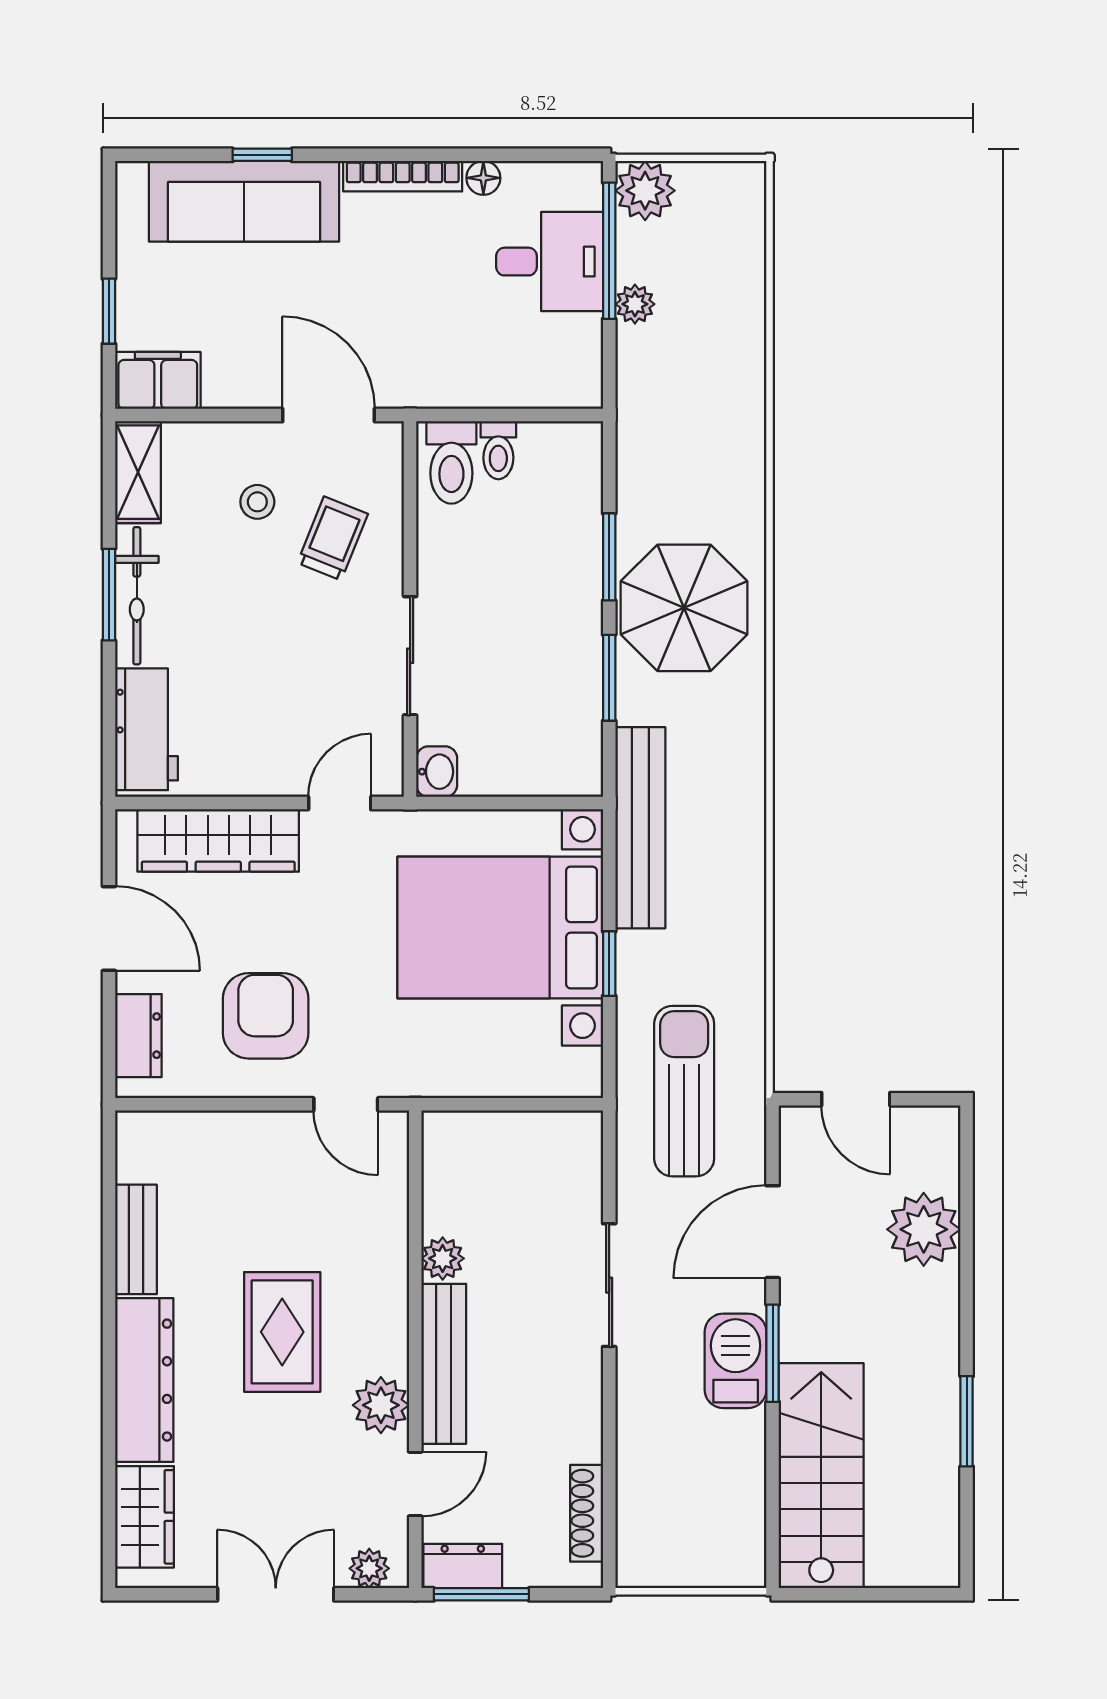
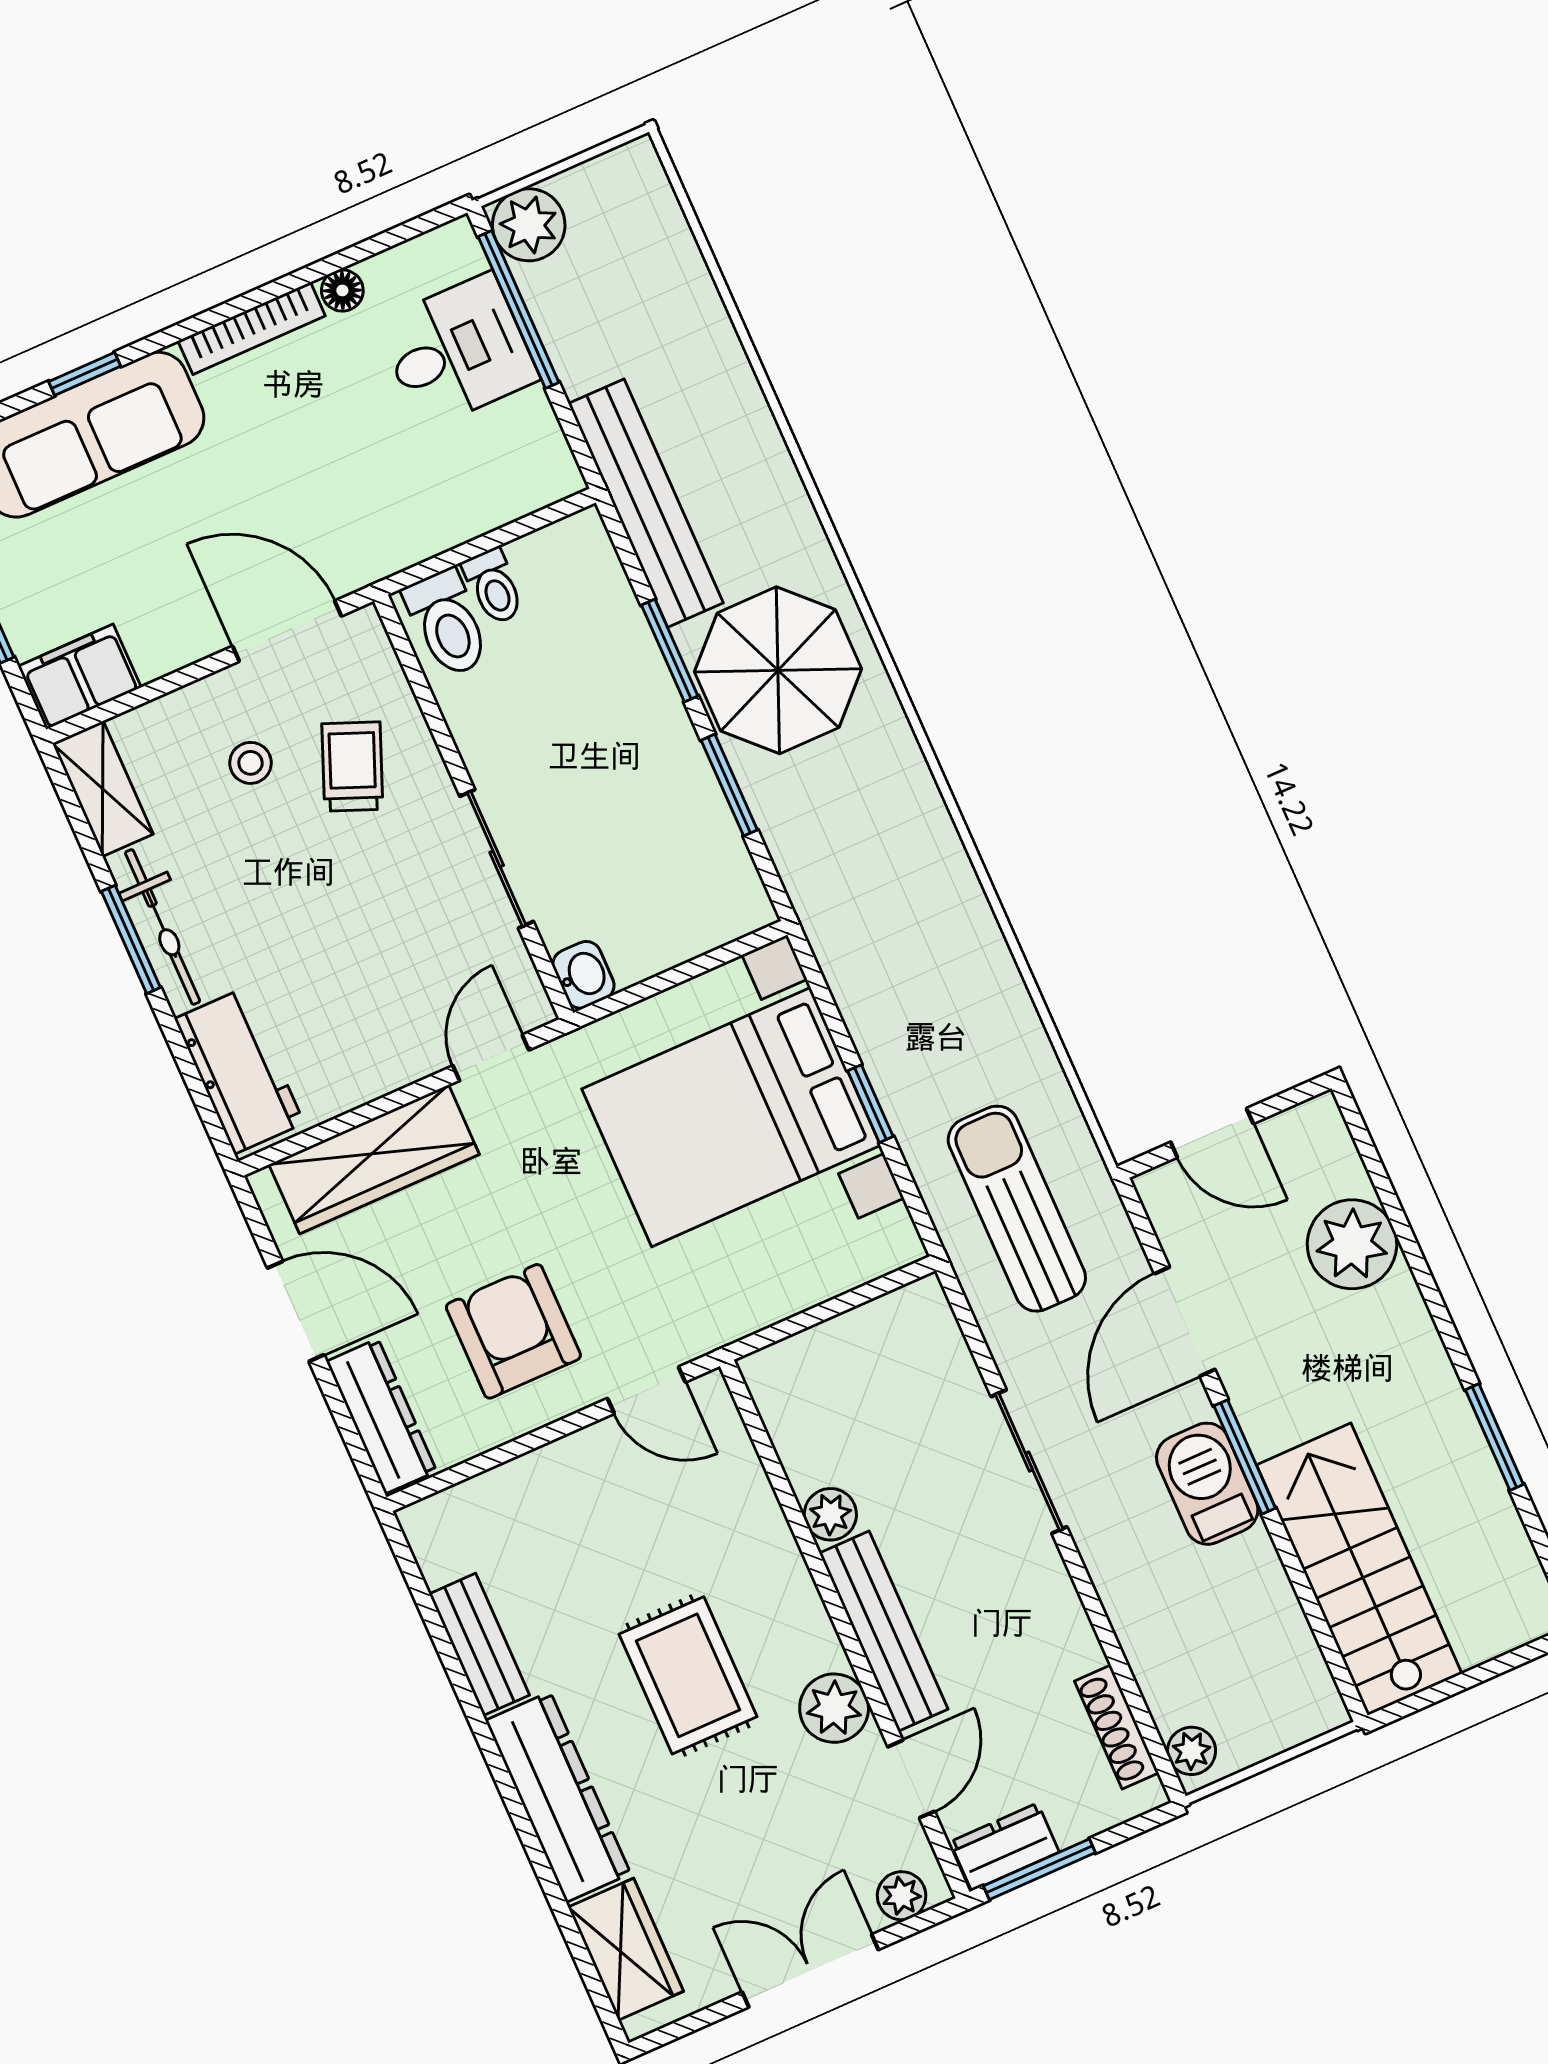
plant: (635, 304) -> (1192, 1751), moved
bench: (640, 828) -> (646, 503), moved
dresser: (138, 1036) -> (381, 1416), width x1.44

